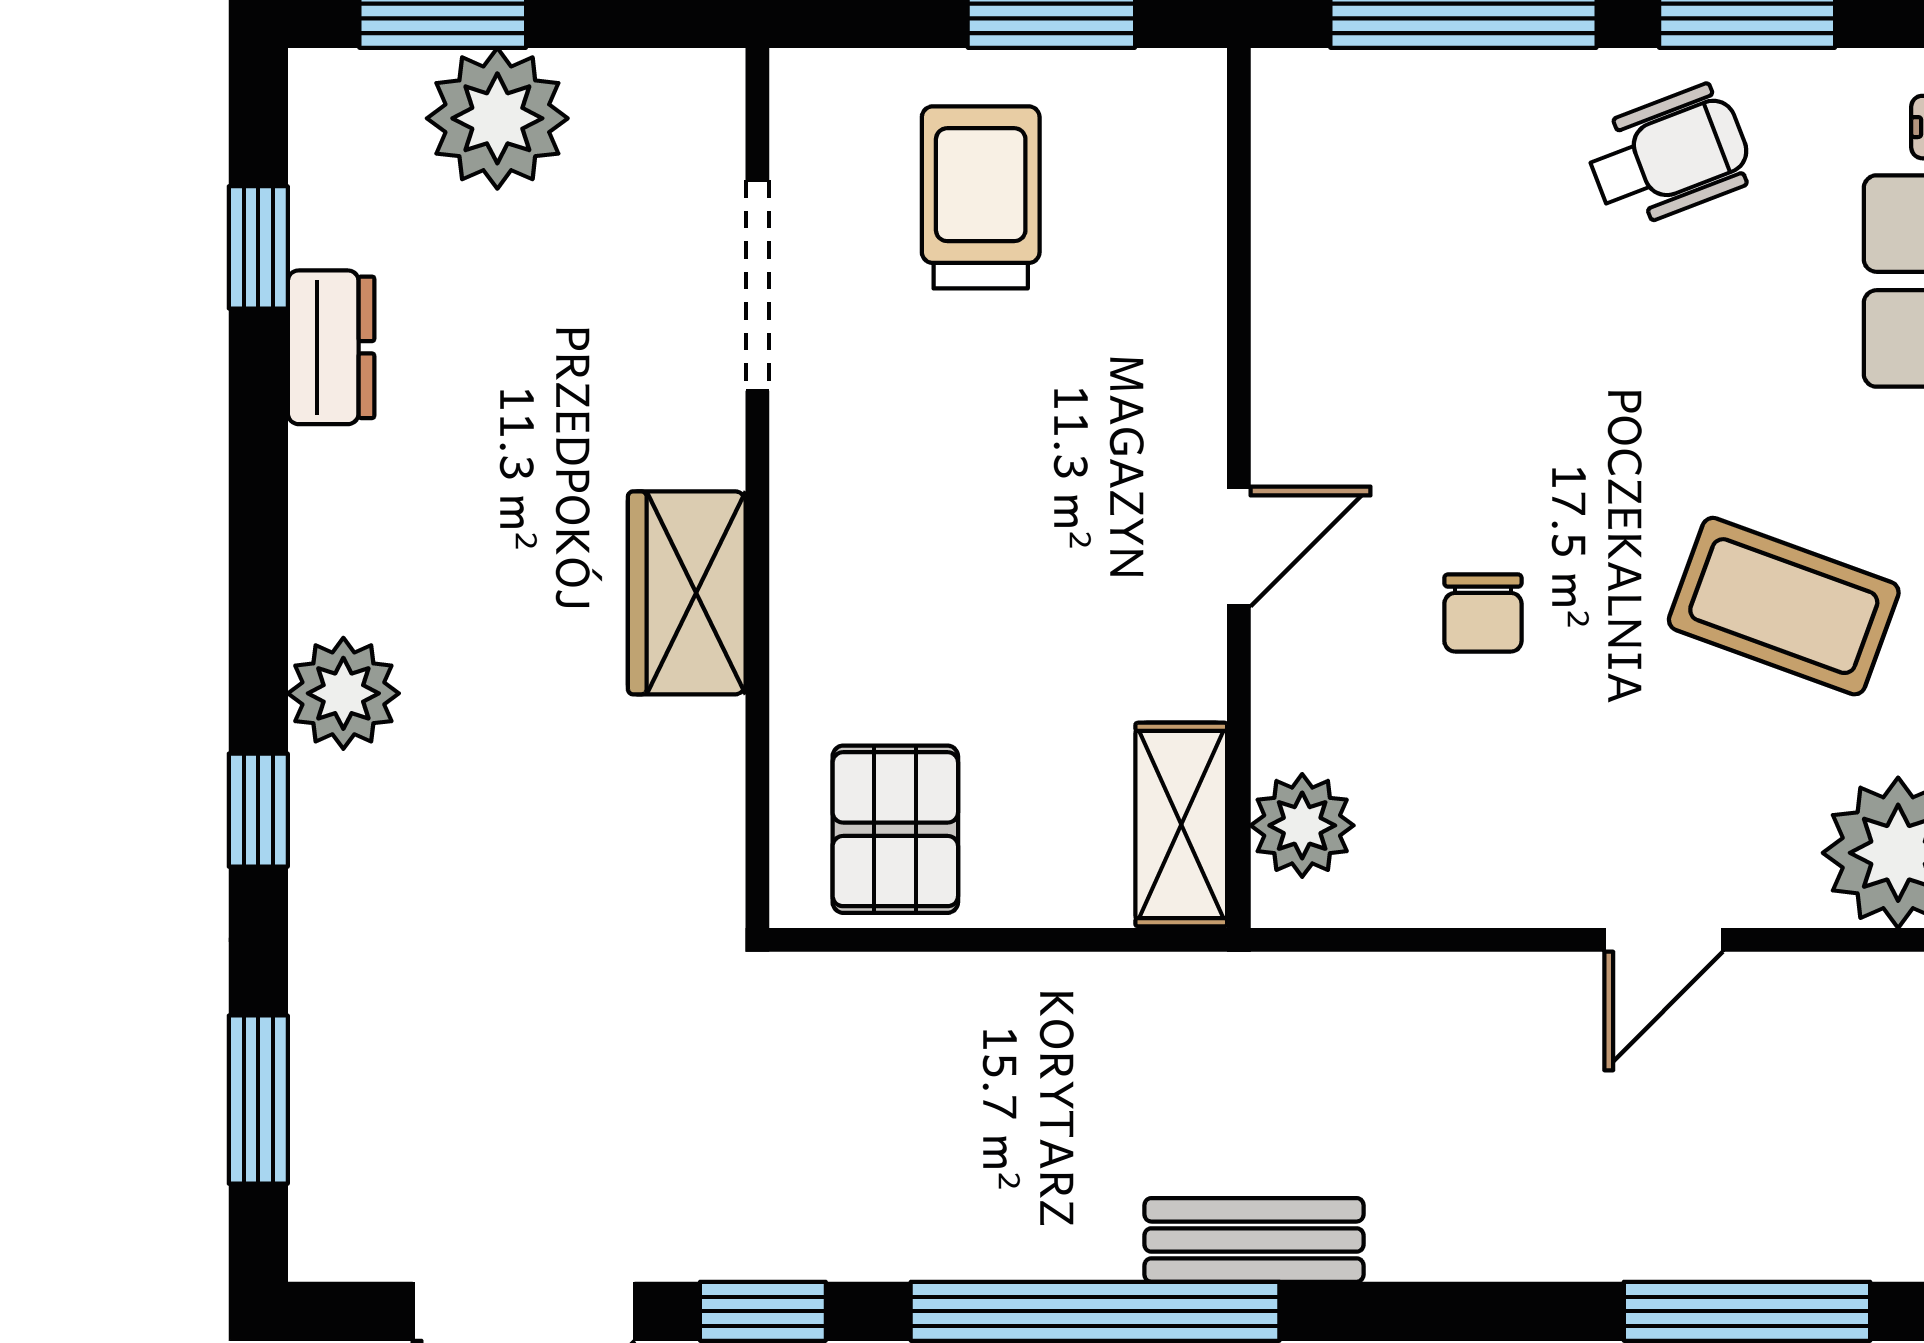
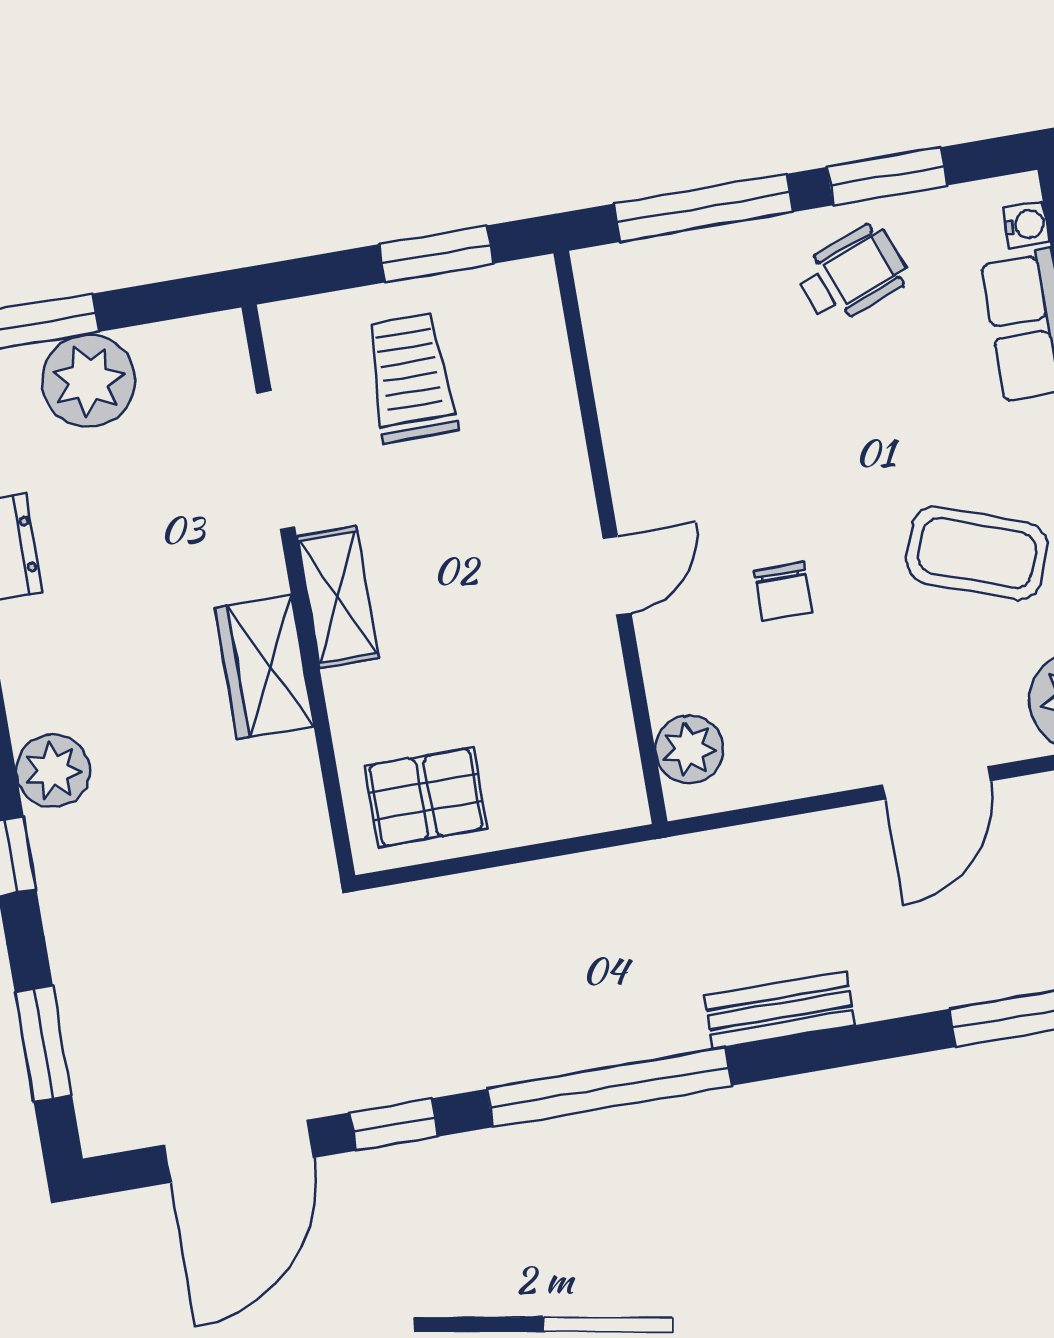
shelving: (1181, 825) -> (338, 597), moved
pallet: (895, 829) -> (426, 797), turned 90
door: (1664, 940) -> (936, 783), width x1.38
bench: (1254, 1240) -> (780, 1010), moved

